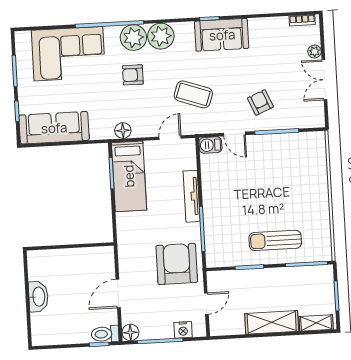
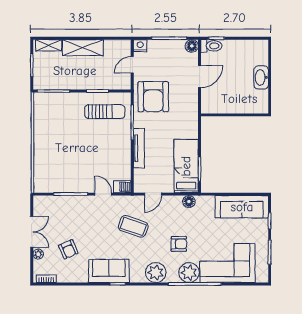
plant: (133, 38) -> (189, 273), moved
armchair: (260, 102) -> (68, 249), moved
sun lounger: (275, 240) -> (105, 112), moved
nightstand: (183, 330) -> (140, 46), moved

